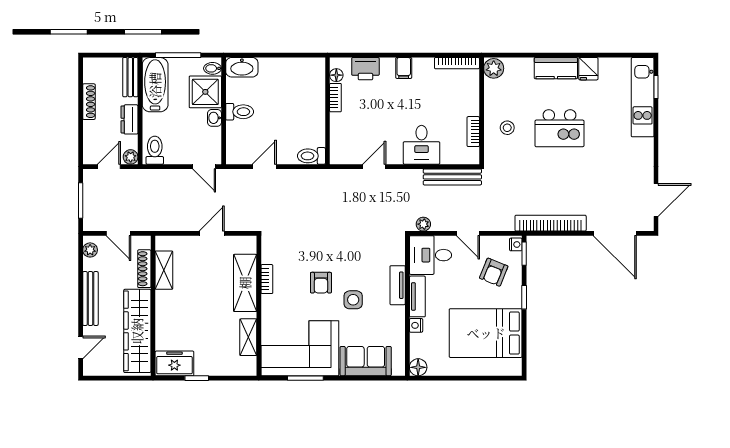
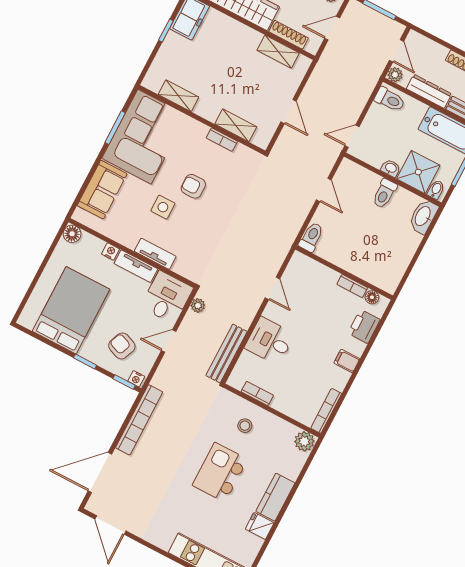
dresser: (130, 119) -> (429, 91), width x1.44
shelving: (245, 283) -> (236, 125), width x0.67, depth x0.75

